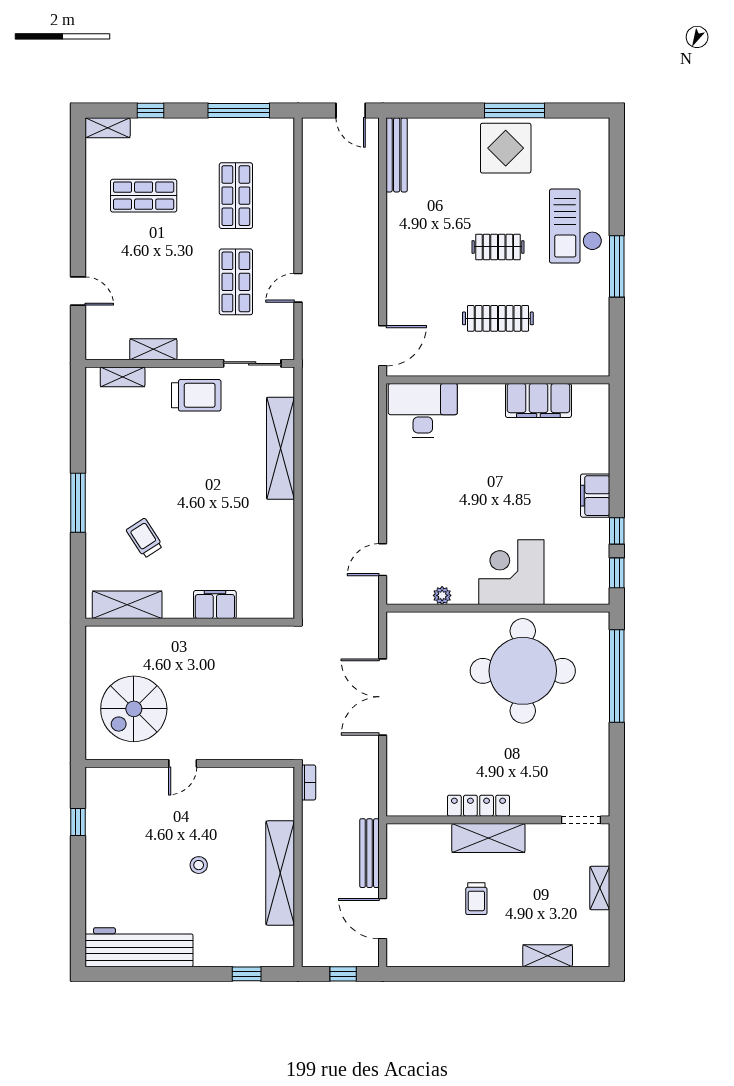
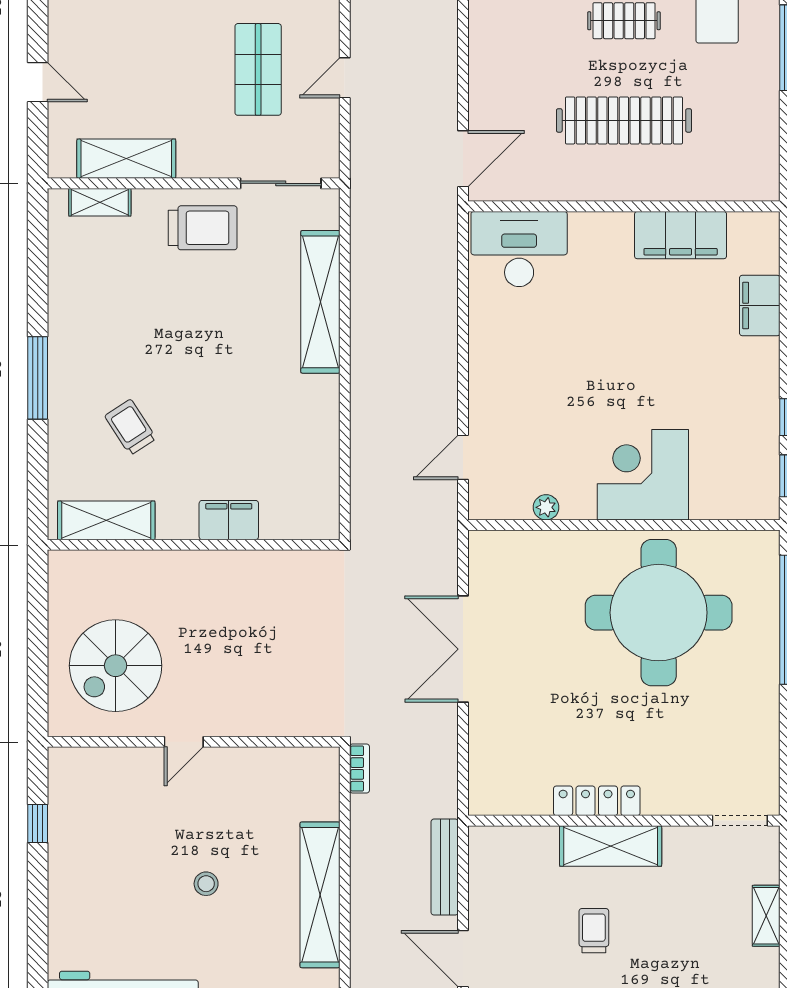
clothes rail: (498, 318) -> (624, 120), width x1.37, depth x1.31
shelving: (153, 349) -> (126, 159), width x1.50, depth x1.33
filing cabinet: (595, 496) -> (760, 306), moved
trolley: (476, 899) -> (594, 931), turned 180

